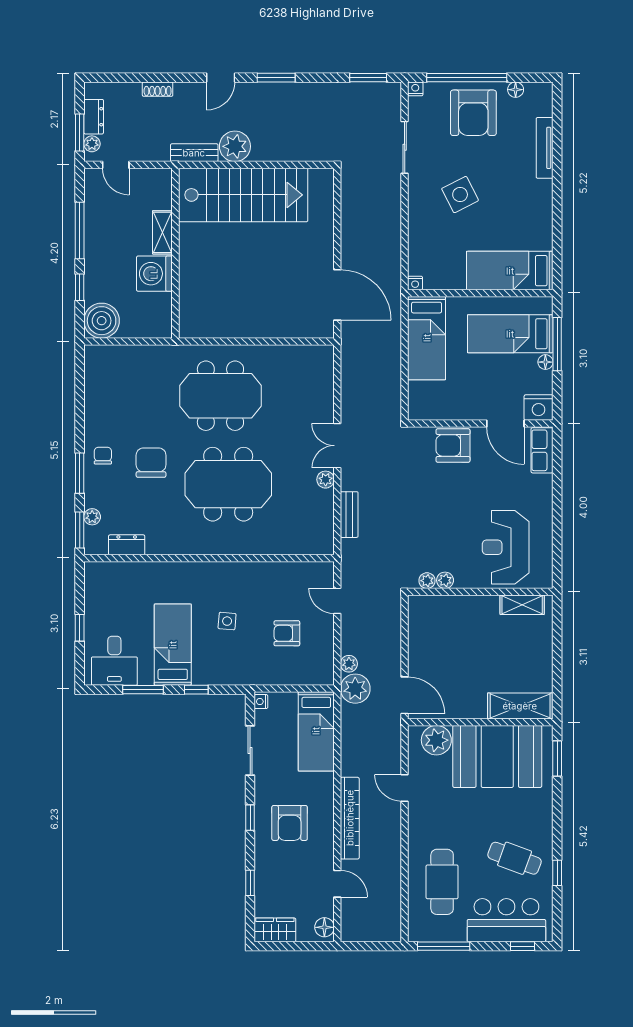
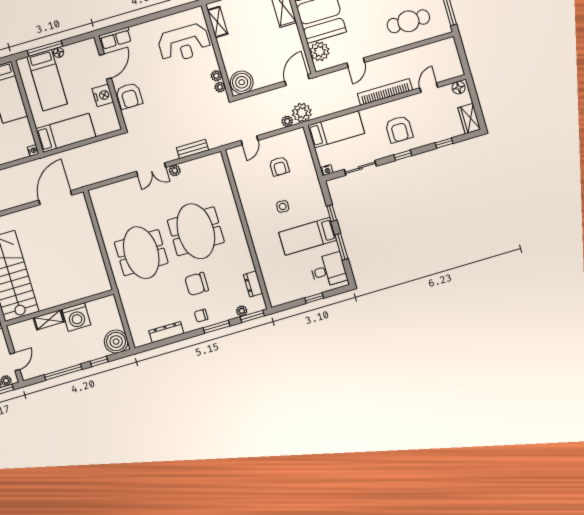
dresser: (94, 398) -> (166, 332), added
nightstand: (539, 408) -> (103, 95), moved
boiler: (425, 614) -> (242, 82), added
armchair: (290, 823) -> (399, 129), turned 90

